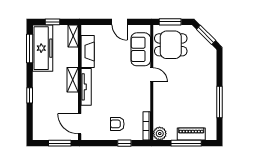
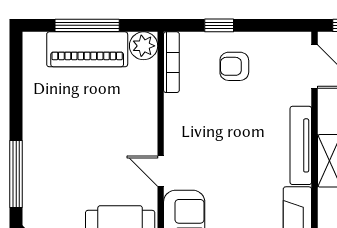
window: (219, 102) -> (16, 174), moved
armchair: (117, 124) -> (234, 66), turned 180
piano: (191, 134) -> (87, 49), width x1.37, depth x1.33

